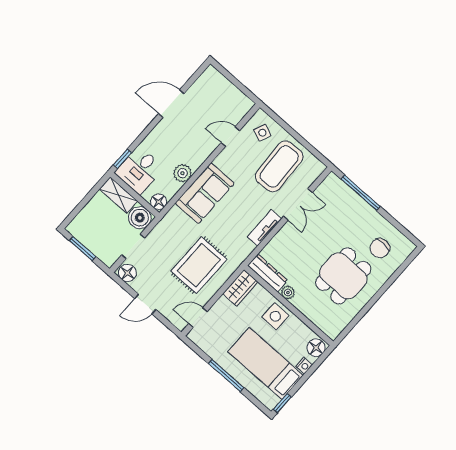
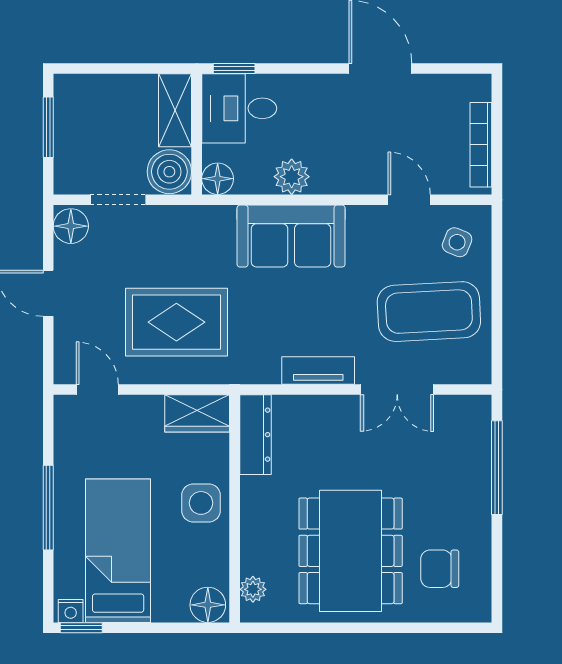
bookcase: (234, 91) -> (481, 145), added
dining table: (343, 276) -> (351, 551), width x1.38
plant: (288, 293) -> (253, 589), moved
nightstand: (304, 366) -> (71, 611), moved

